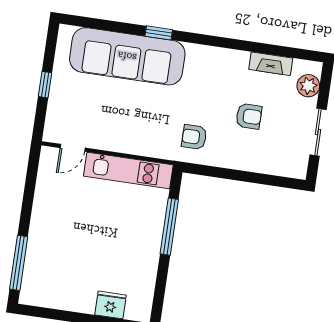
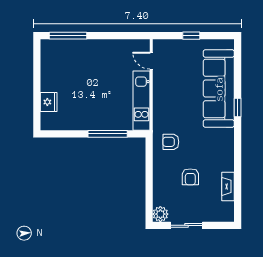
plant: (308, 86) -> (160, 214), moved
armchair: (194, 137) -> (171, 142), turned -90

